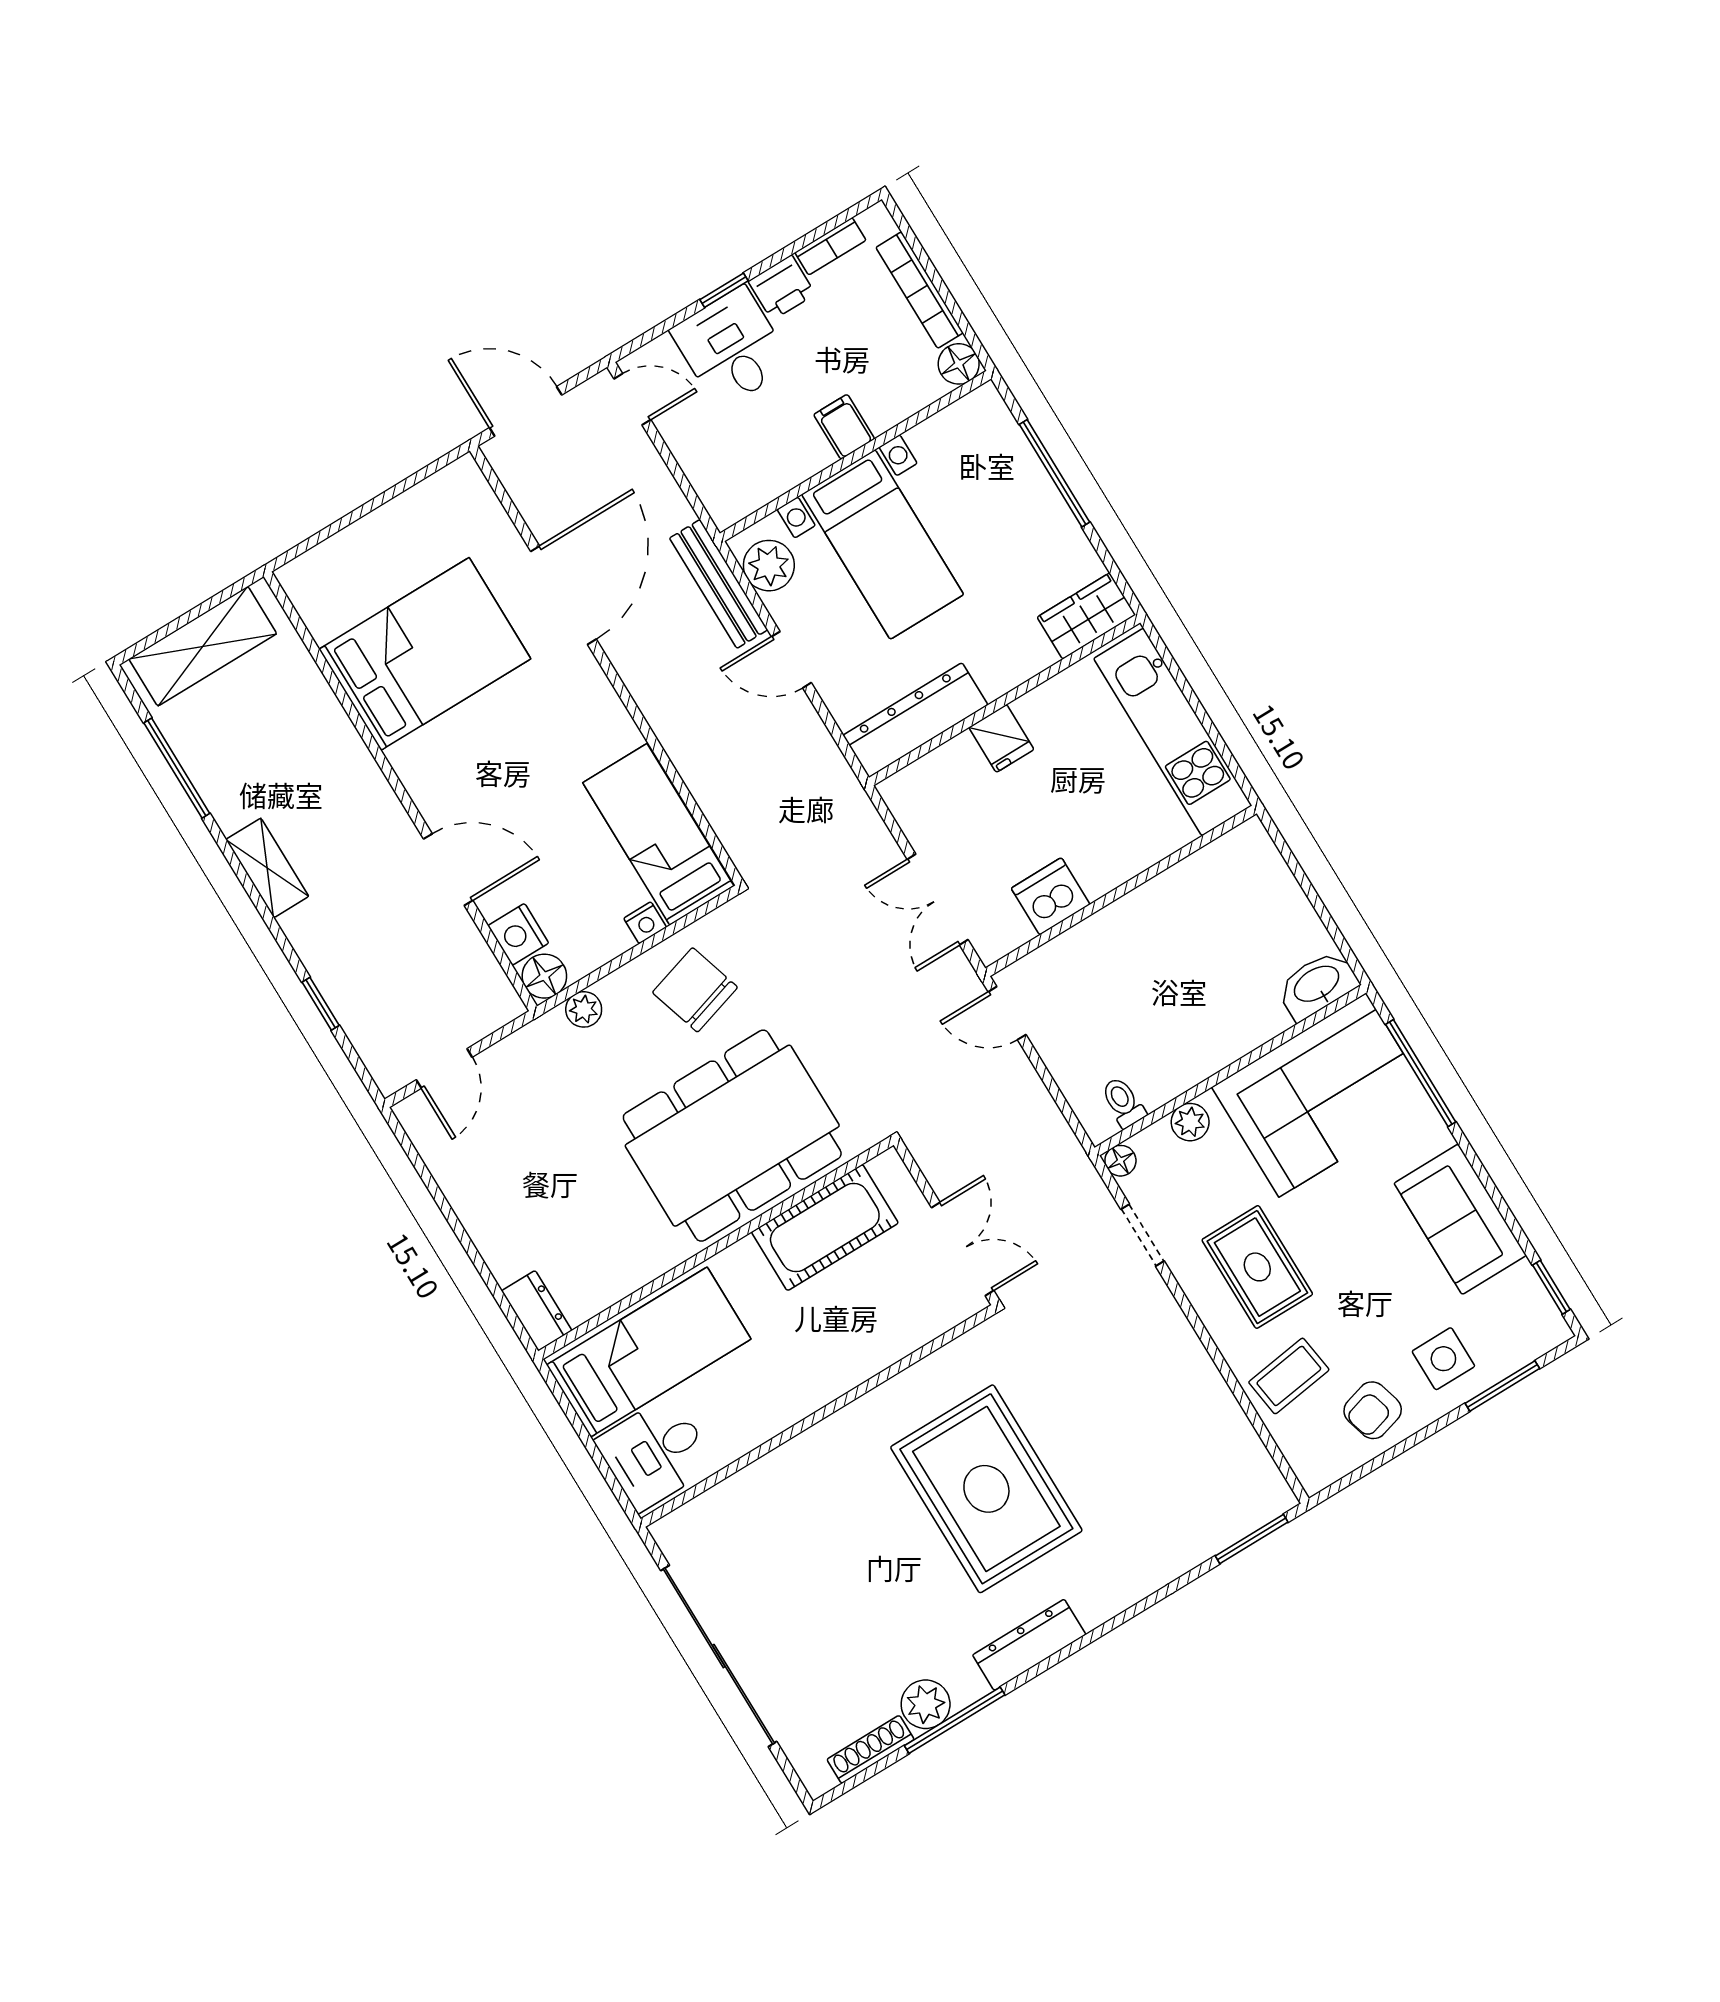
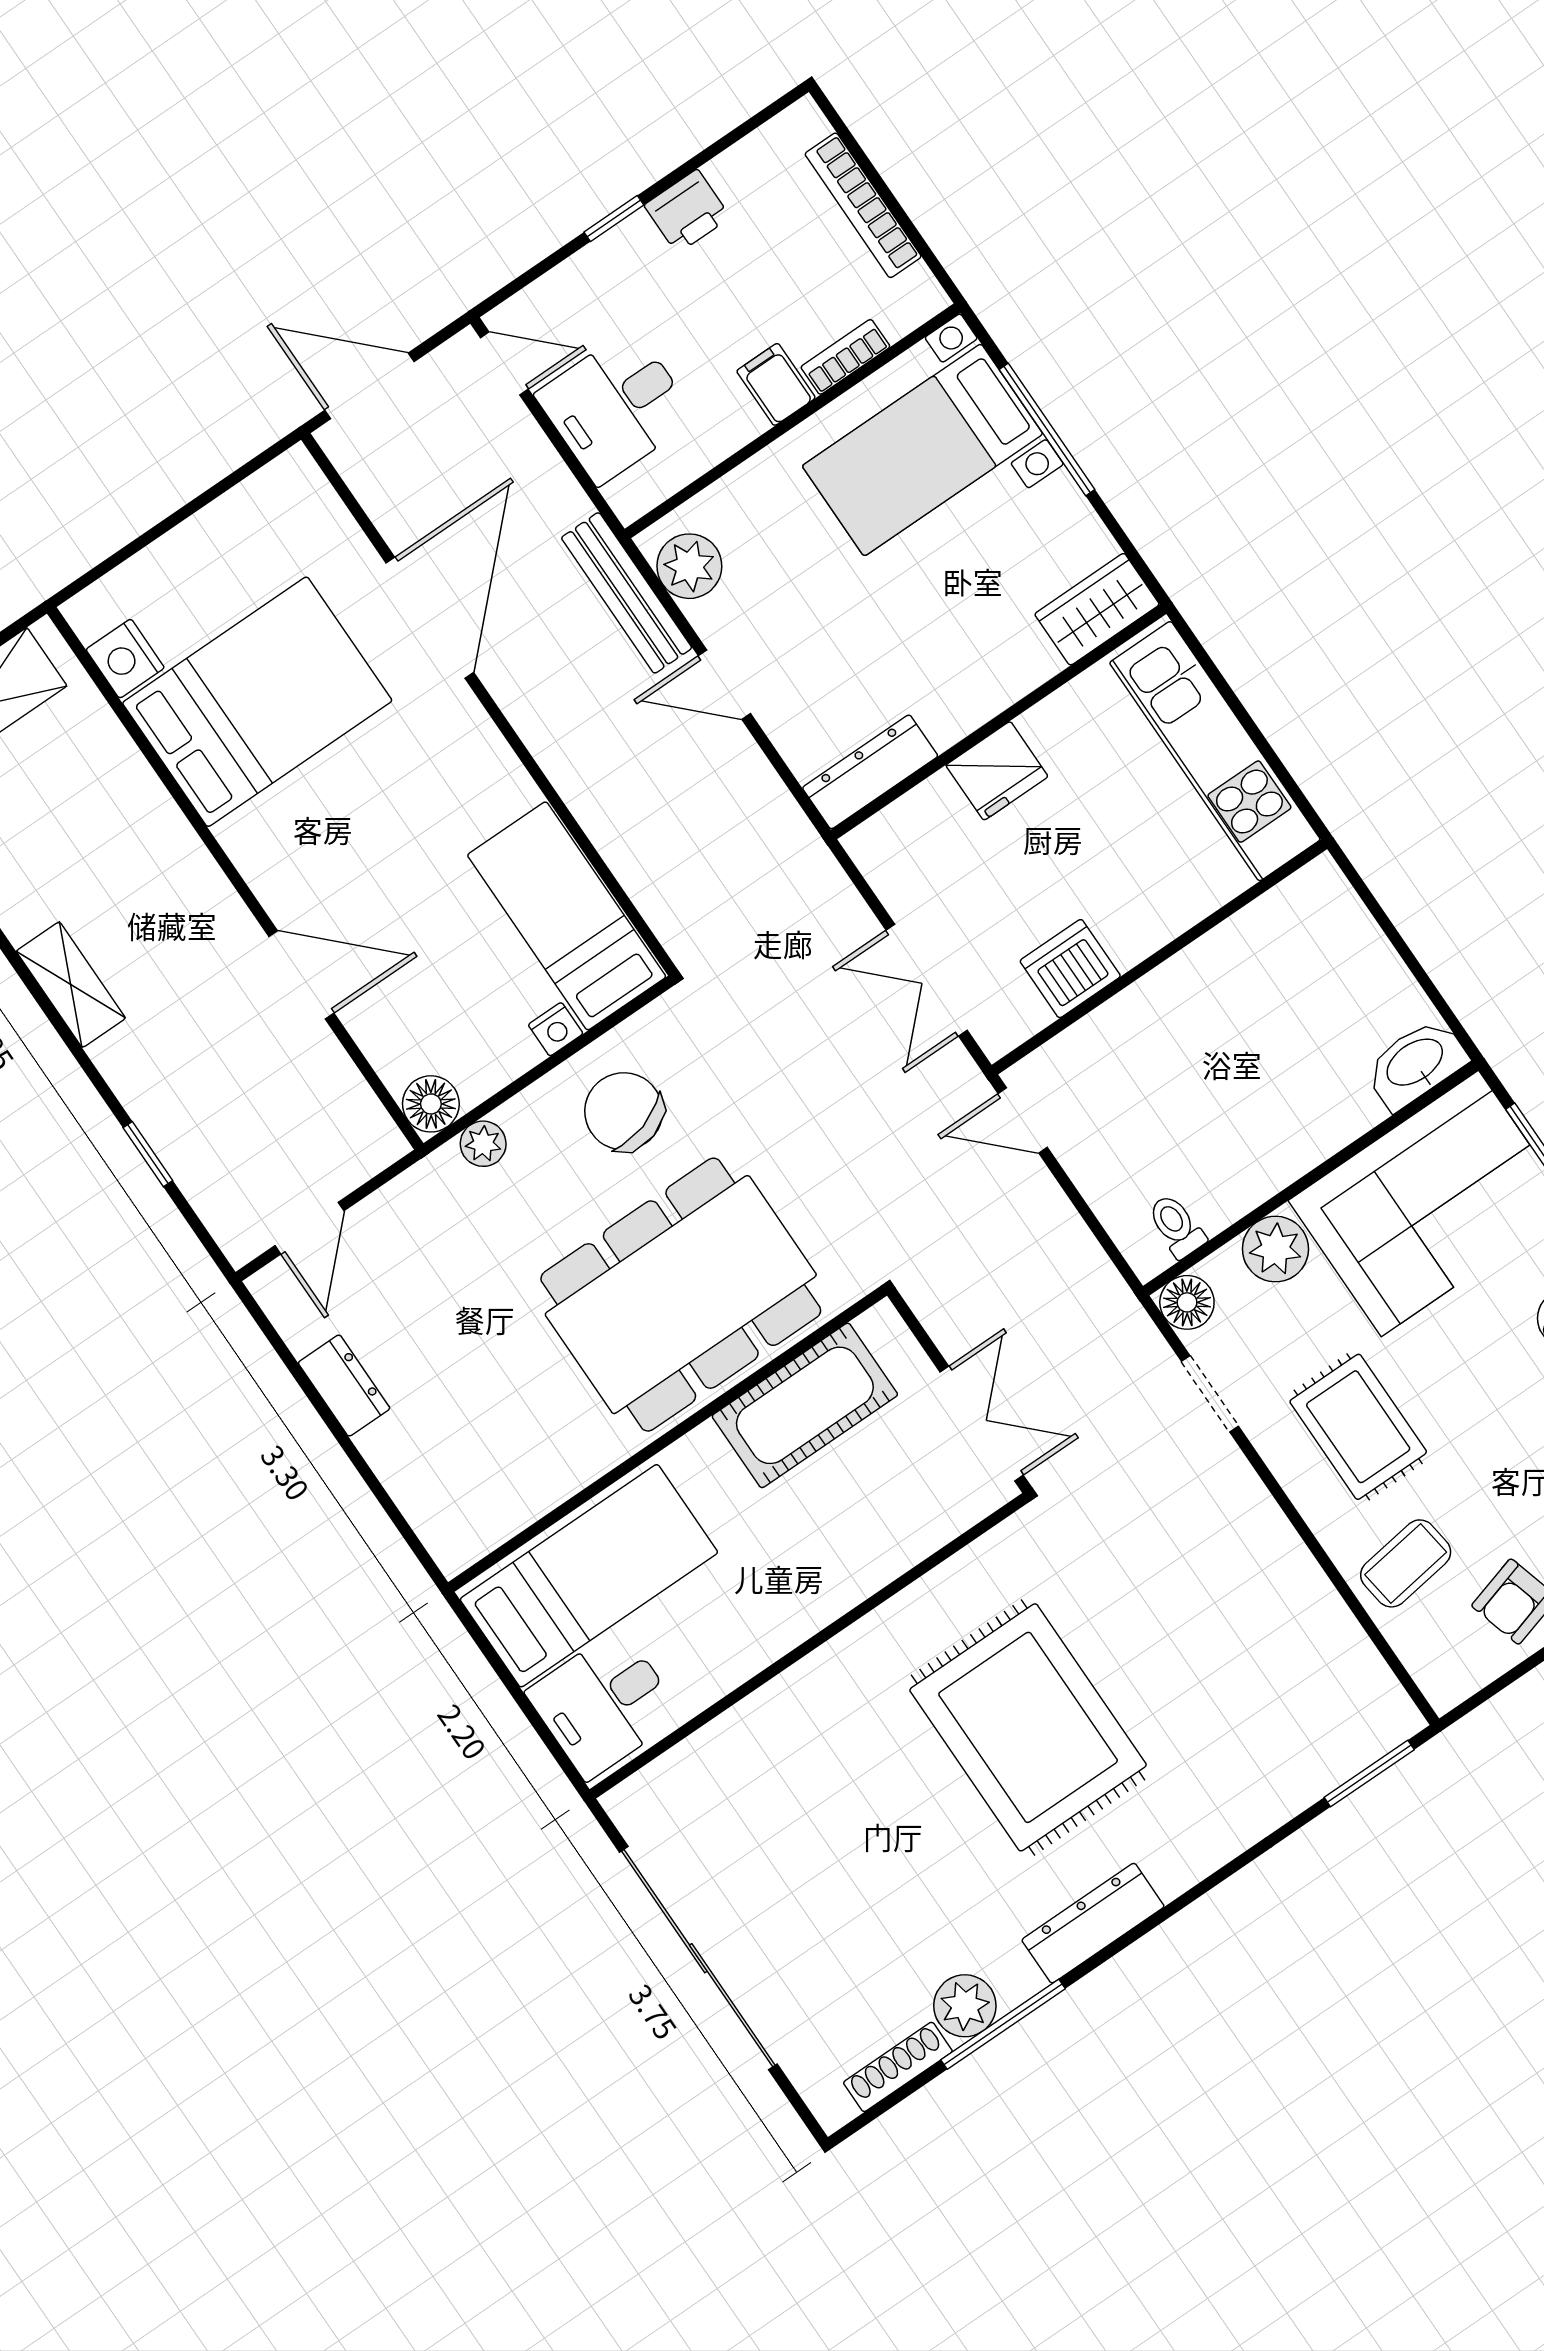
bookcase: (830, 246) -> (845, 357), moved, turned 180
desk: (731, 348) -> (616, 407), moved, turned -90
floor lamp: (959, 364) -> (918, 297), removed
bed with nightstands: (883, 544) -> (922, 450), moved, turned 90
dresser: (915, 720) -> (870, 772), width x0.73, depth x0.80
fridge: (1001, 738) -> (997, 771), width x1.38
nightstand: (518, 934) -> (125, 659), moved
plant: (1190, 1122) -> (1275, 1249), width x1.38, depth x1.38
floor lamp: (1120, 1161) -> (1187, 1302), width x1.37, depth x1.37
dresser: (537, 1311) -> (344, 1386), moved

